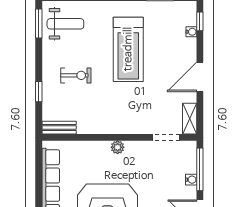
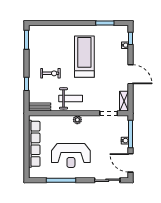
weight bench: (65, 24) -> (71, 98), moved
treadmill: (128, 49) -> (84, 57), turned 180
door: (200, 77) -> (131, 74), swing flipped

